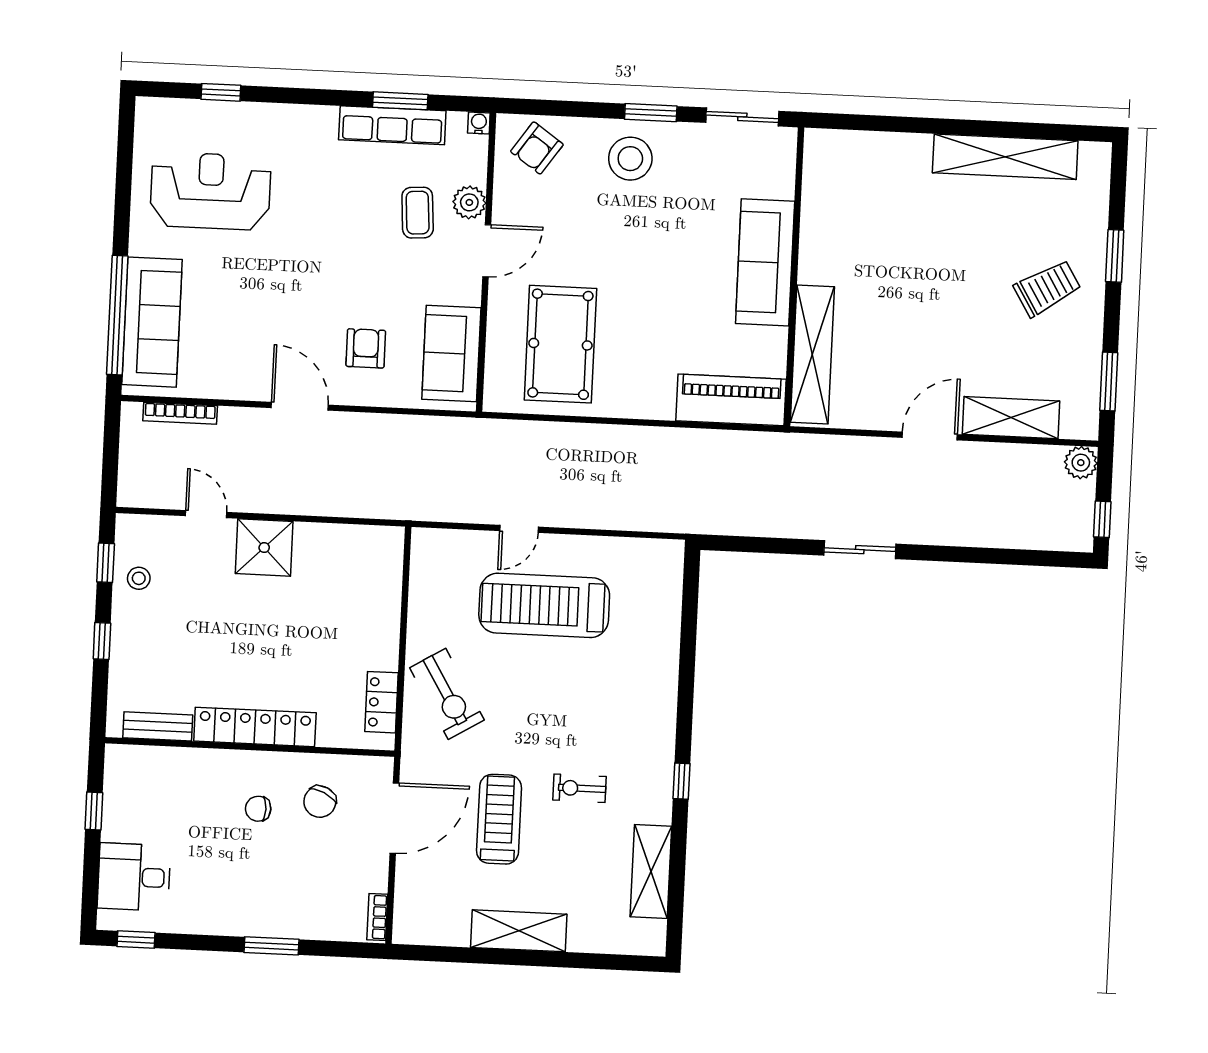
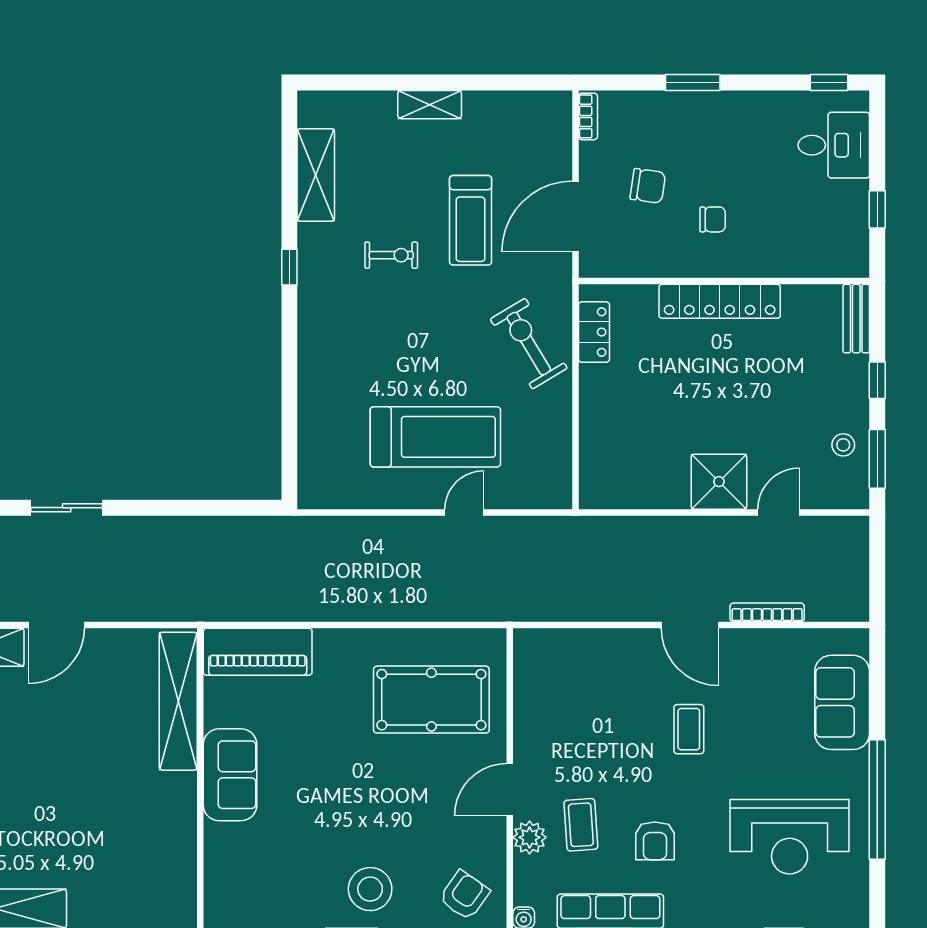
sofa: (765, 262) -> (230, 775), width x0.73
coffee table: (306, 303) -> (689, 729), added
window: (117, 315) -> (877, 799), moved
sofa: (152, 322) -> (842, 702), width x0.73
pool table: (560, 344) -> (431, 700), turned 90
armchair: (366, 348) -> (655, 841), moved
sofa: (451, 353) -> (540, 685), removed
bookcase: (180, 413) -> (767, 612), moved
door: (206, 514) -> (779, 512), swing flipped
sliding door: (860, 550) -> (67, 508), moved
window: (106, 563) -> (877, 459), width x1.50
bench: (158, 726) -> (856, 319), moved, turned 90
chair: (320, 802) -> (648, 186), moved, turned 72
shelving: (519, 931) -> (430, 105), width x0.67, depth x0.75

